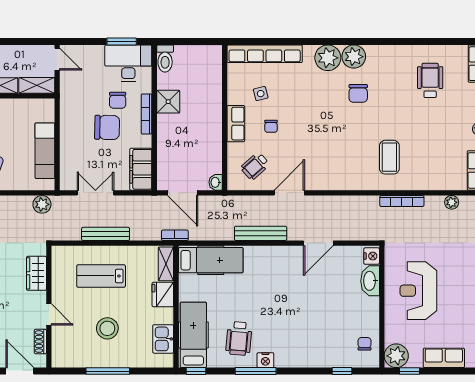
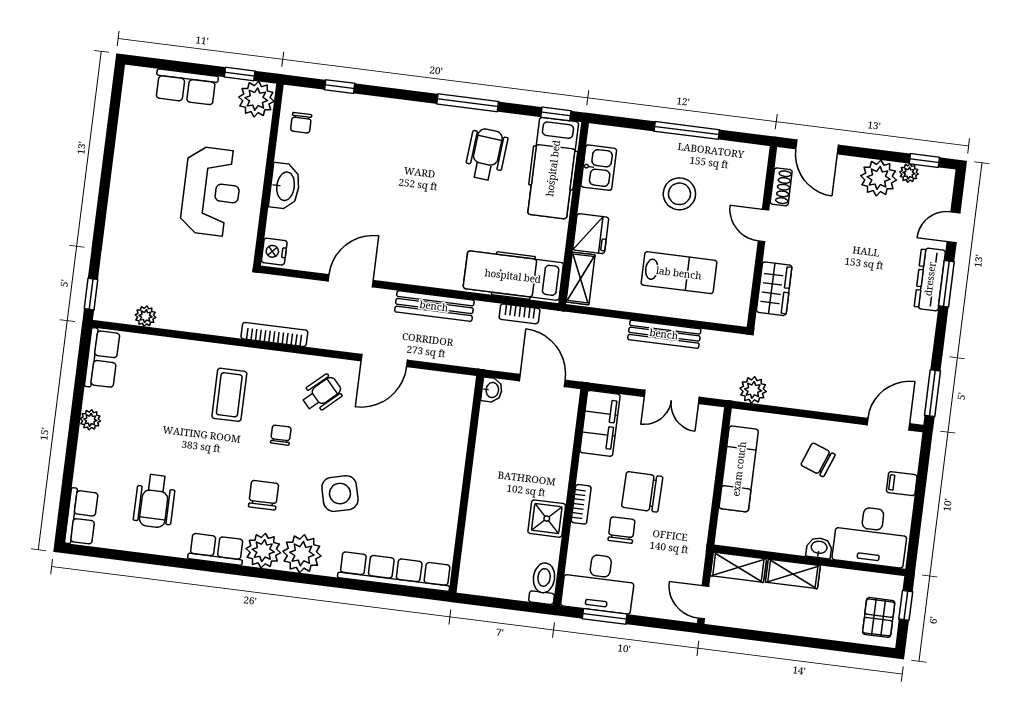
side table: (261, 94) -> (340, 494), moved, width x1.87, depth x1.87
bookcase: (147, 114) -> (581, 504), width x0.64
row of seats: (236, 124) -> (216, 549), moved, turned 90
chair: (271, 126) -> (281, 435), moved
wheelchair: (255, 166) -> (322, 394), moved
bookcase: (402, 201) -> (274, 334), moved
bookcase: (175, 235) -> (519, 314), moved
washbasin: (370, 281) -> (285, 186), moved
nightstand: (265, 360) -> (451, 117), removed

